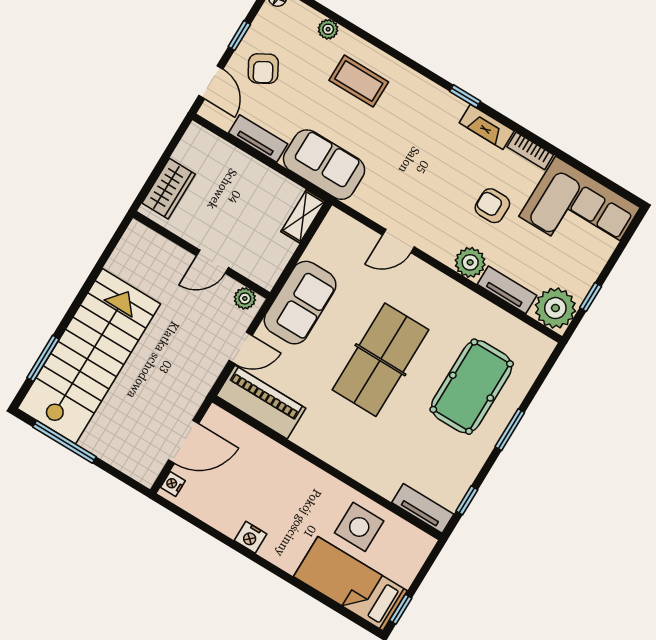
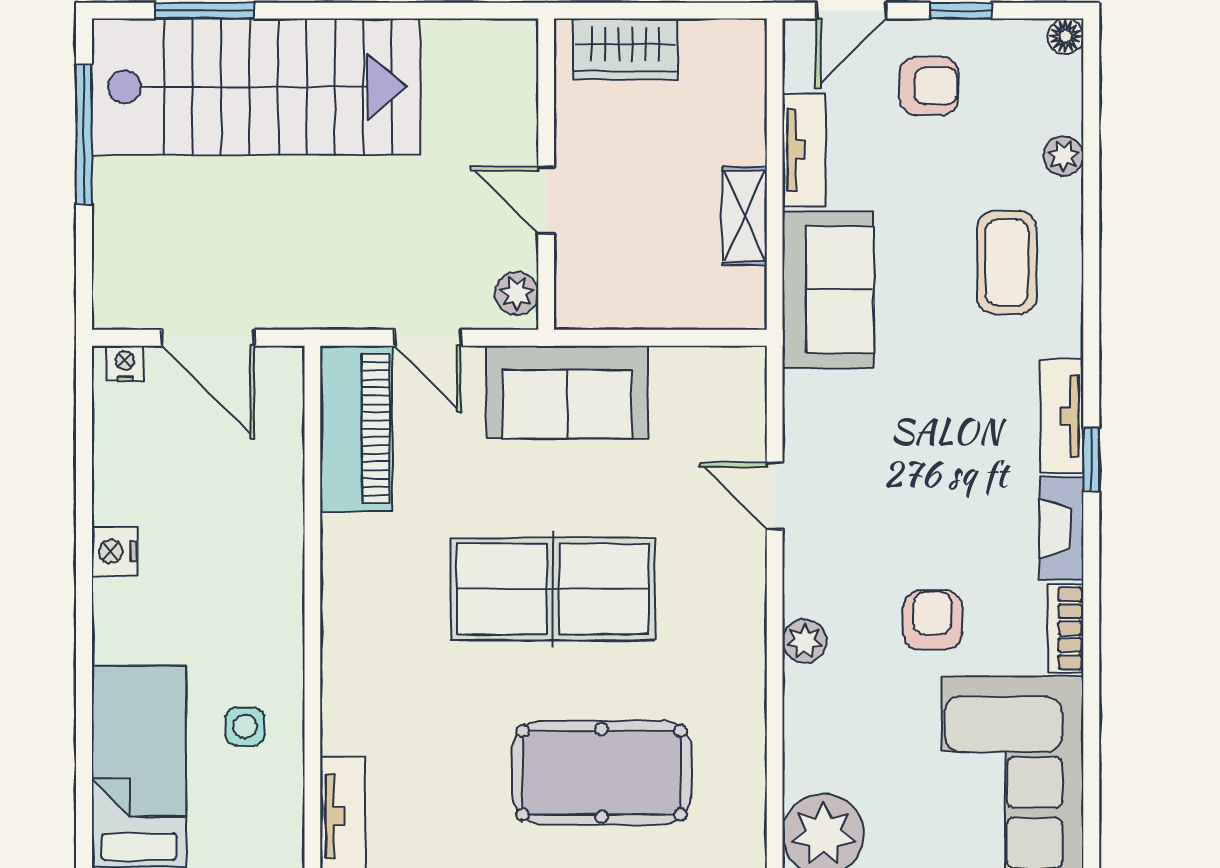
armchair: (263, 69) -> (929, 86), turned -151
shelving: (303, 216) -> (745, 216), moved, turned 90
plant: (470, 262) -> (804, 641), width x0.73, depth x0.73
tv unit: (507, 290) -> (1062, 416), moved, turned 180
side table: (359, 527) -> (245, 726), width x0.54, depth x0.54

